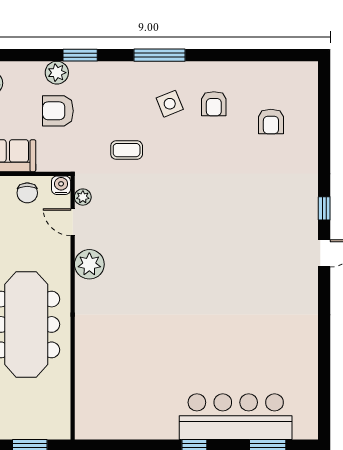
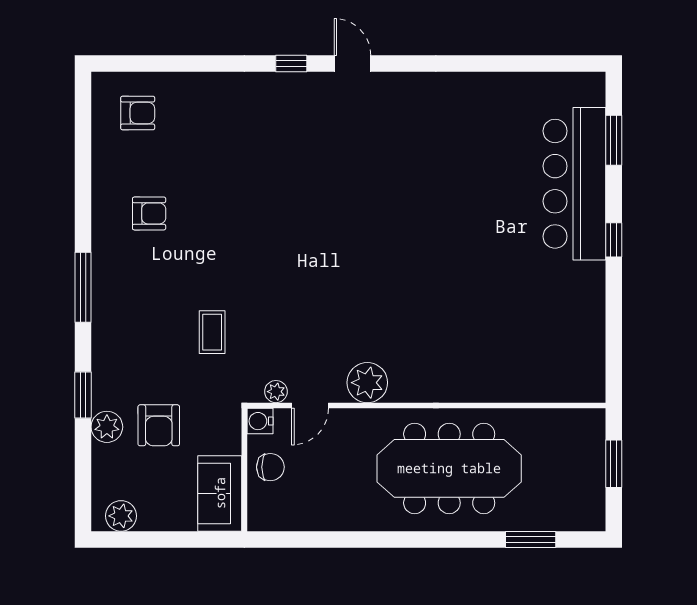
side table: (170, 104) -> (149, 273), removed
armchair: (271, 122) -> (138, 113), moved

